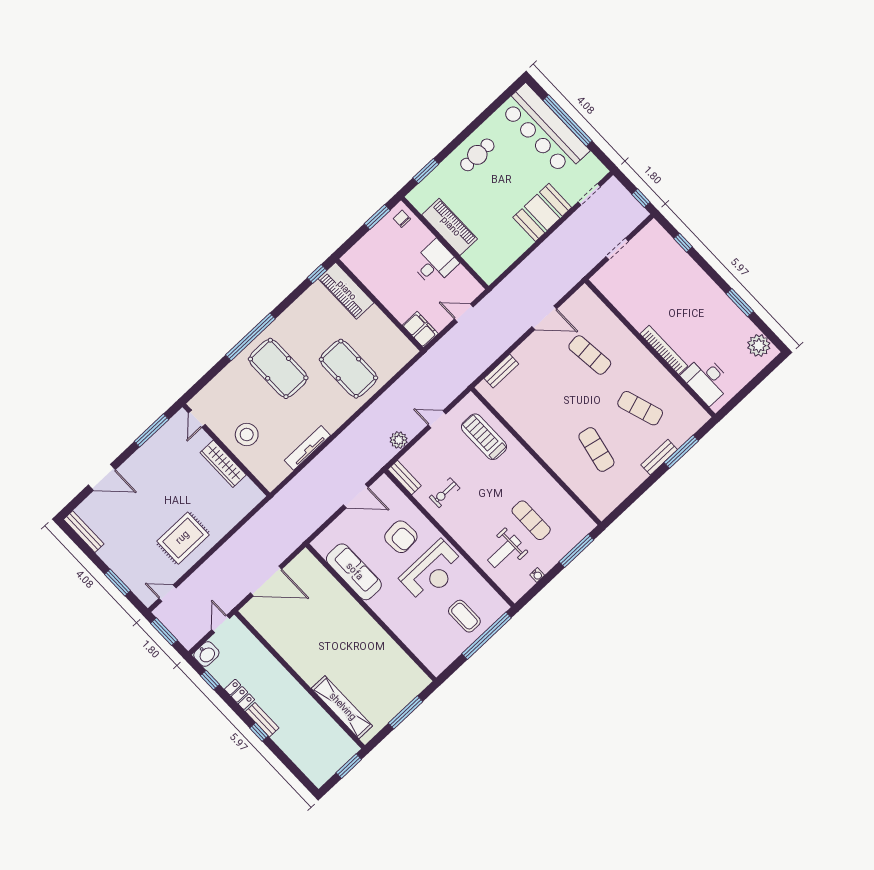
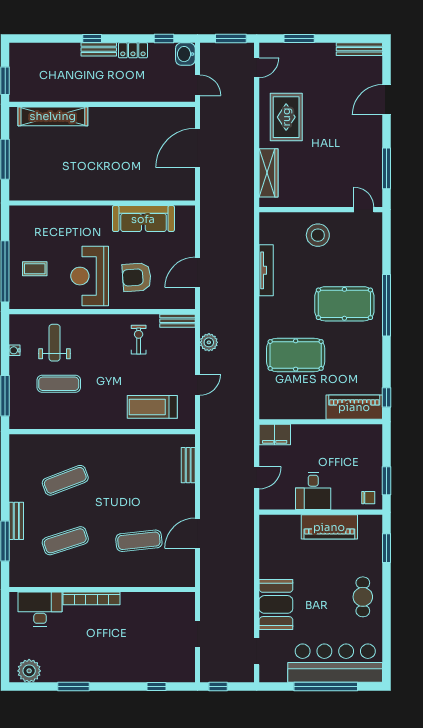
treadmill: (484, 437) -> (152, 407), turned 180
exercise mat: (596, 450) -> (65, 480), turned -33
wardrobe: (223, 464) -> (269, 173), moved, turned 90
coffee table: (464, 616) -> (35, 269), width x0.73, depth x0.77

